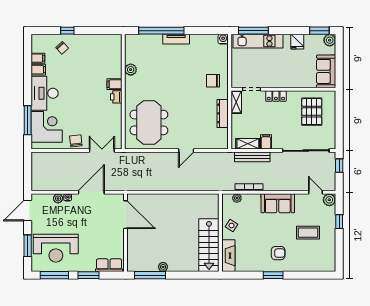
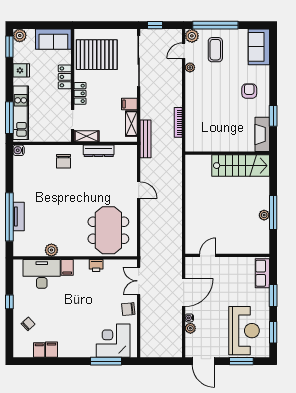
window: (67, 31) -> (9, 302), moved
tv unit: (176, 39) -> (19, 217), moved
locker: (291, 82) -> (65, 77), added
desk: (45, 93) -> (42, 274), moved, turned 180
printer: (116, 97) -> (96, 265), moved
pallet: (312, 112) -> (97, 55), width x1.37, depth x1.41
meeting table: (149, 122) -> (108, 230), turned 90
bench: (252, 157) -> (146, 139), moved
door: (91, 192) -> (184, 292), swing flipped
plant: (237, 198) -> (190, 67), moved
sofa: (278, 203) -> (259, 47), moved, turned 180
door: (126, 215) -> (208, 255), width x0.53
window: (339, 222) -> (215, 25), width x3.17
side table: (232, 225) -> (219, 141), removed
coffee table: (308, 233) -> (215, 50), moved
fireplace: (228, 256) -> (262, 134), moved, turned -90
window: (54, 275) -> (273, 332), width x0.69
window: (150, 275) -> (273, 213), moved
window: (273, 275) -> (273, 116), moved

